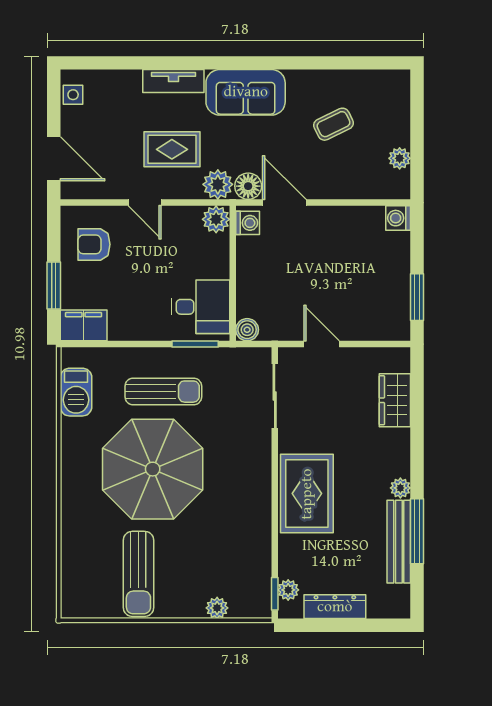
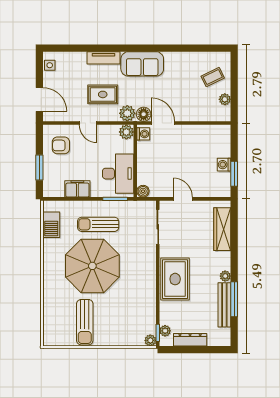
coffee table: (334, 124) -> (213, 77), moved
washing machine: (398, 218) -> (224, 165), moved
desk: (201, 307) -> (118, 174), width x1.37
filing cabinet: (84, 325) -> (77, 189), moved
sun lounger: (163, 392) -> (98, 224), turned 180
wardrobe: (395, 400) -> (222, 229), width x1.50
plant: (217, 608) -> (150, 340), moved

